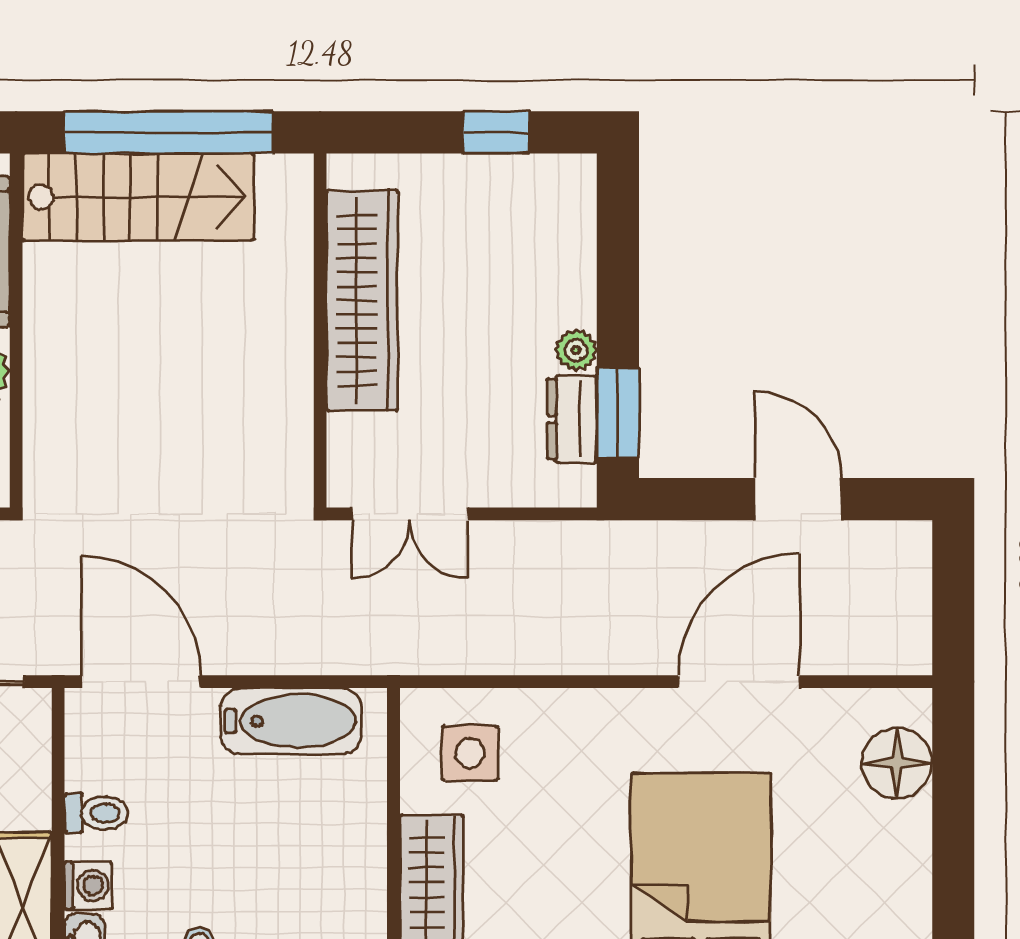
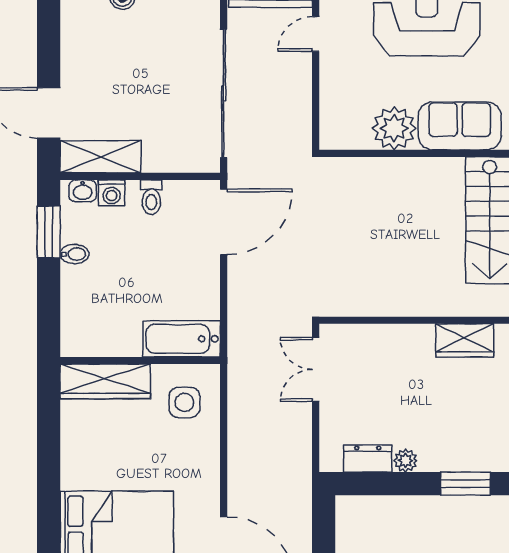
wardrobe: (362, 300) -> (465, 340), width x0.48, depth x0.85
window: (618, 413) -> (466, 484), moved
bathtub: (291, 721) -> (182, 339), moved, turned 90

